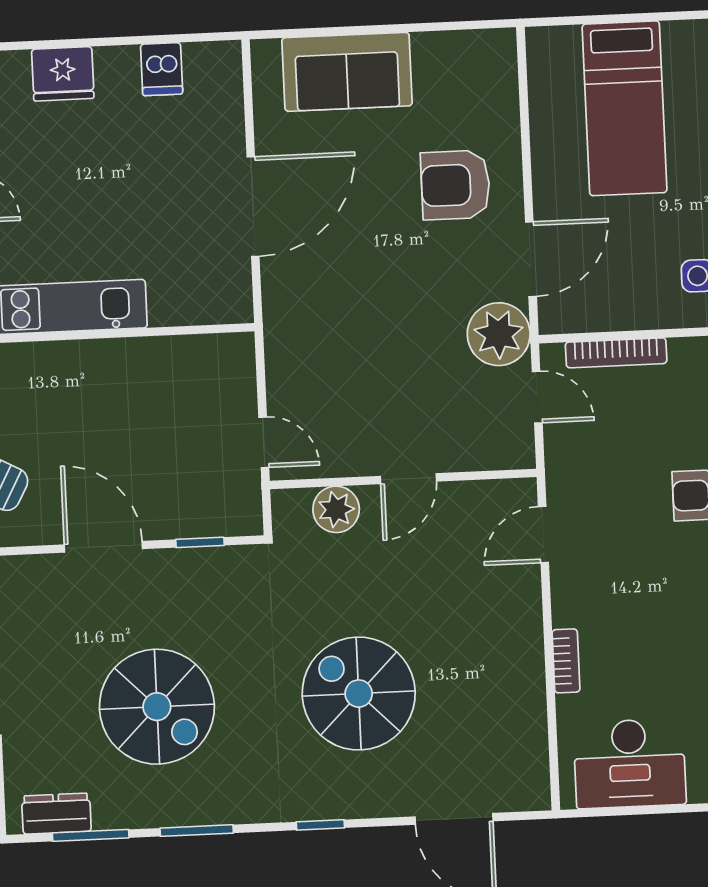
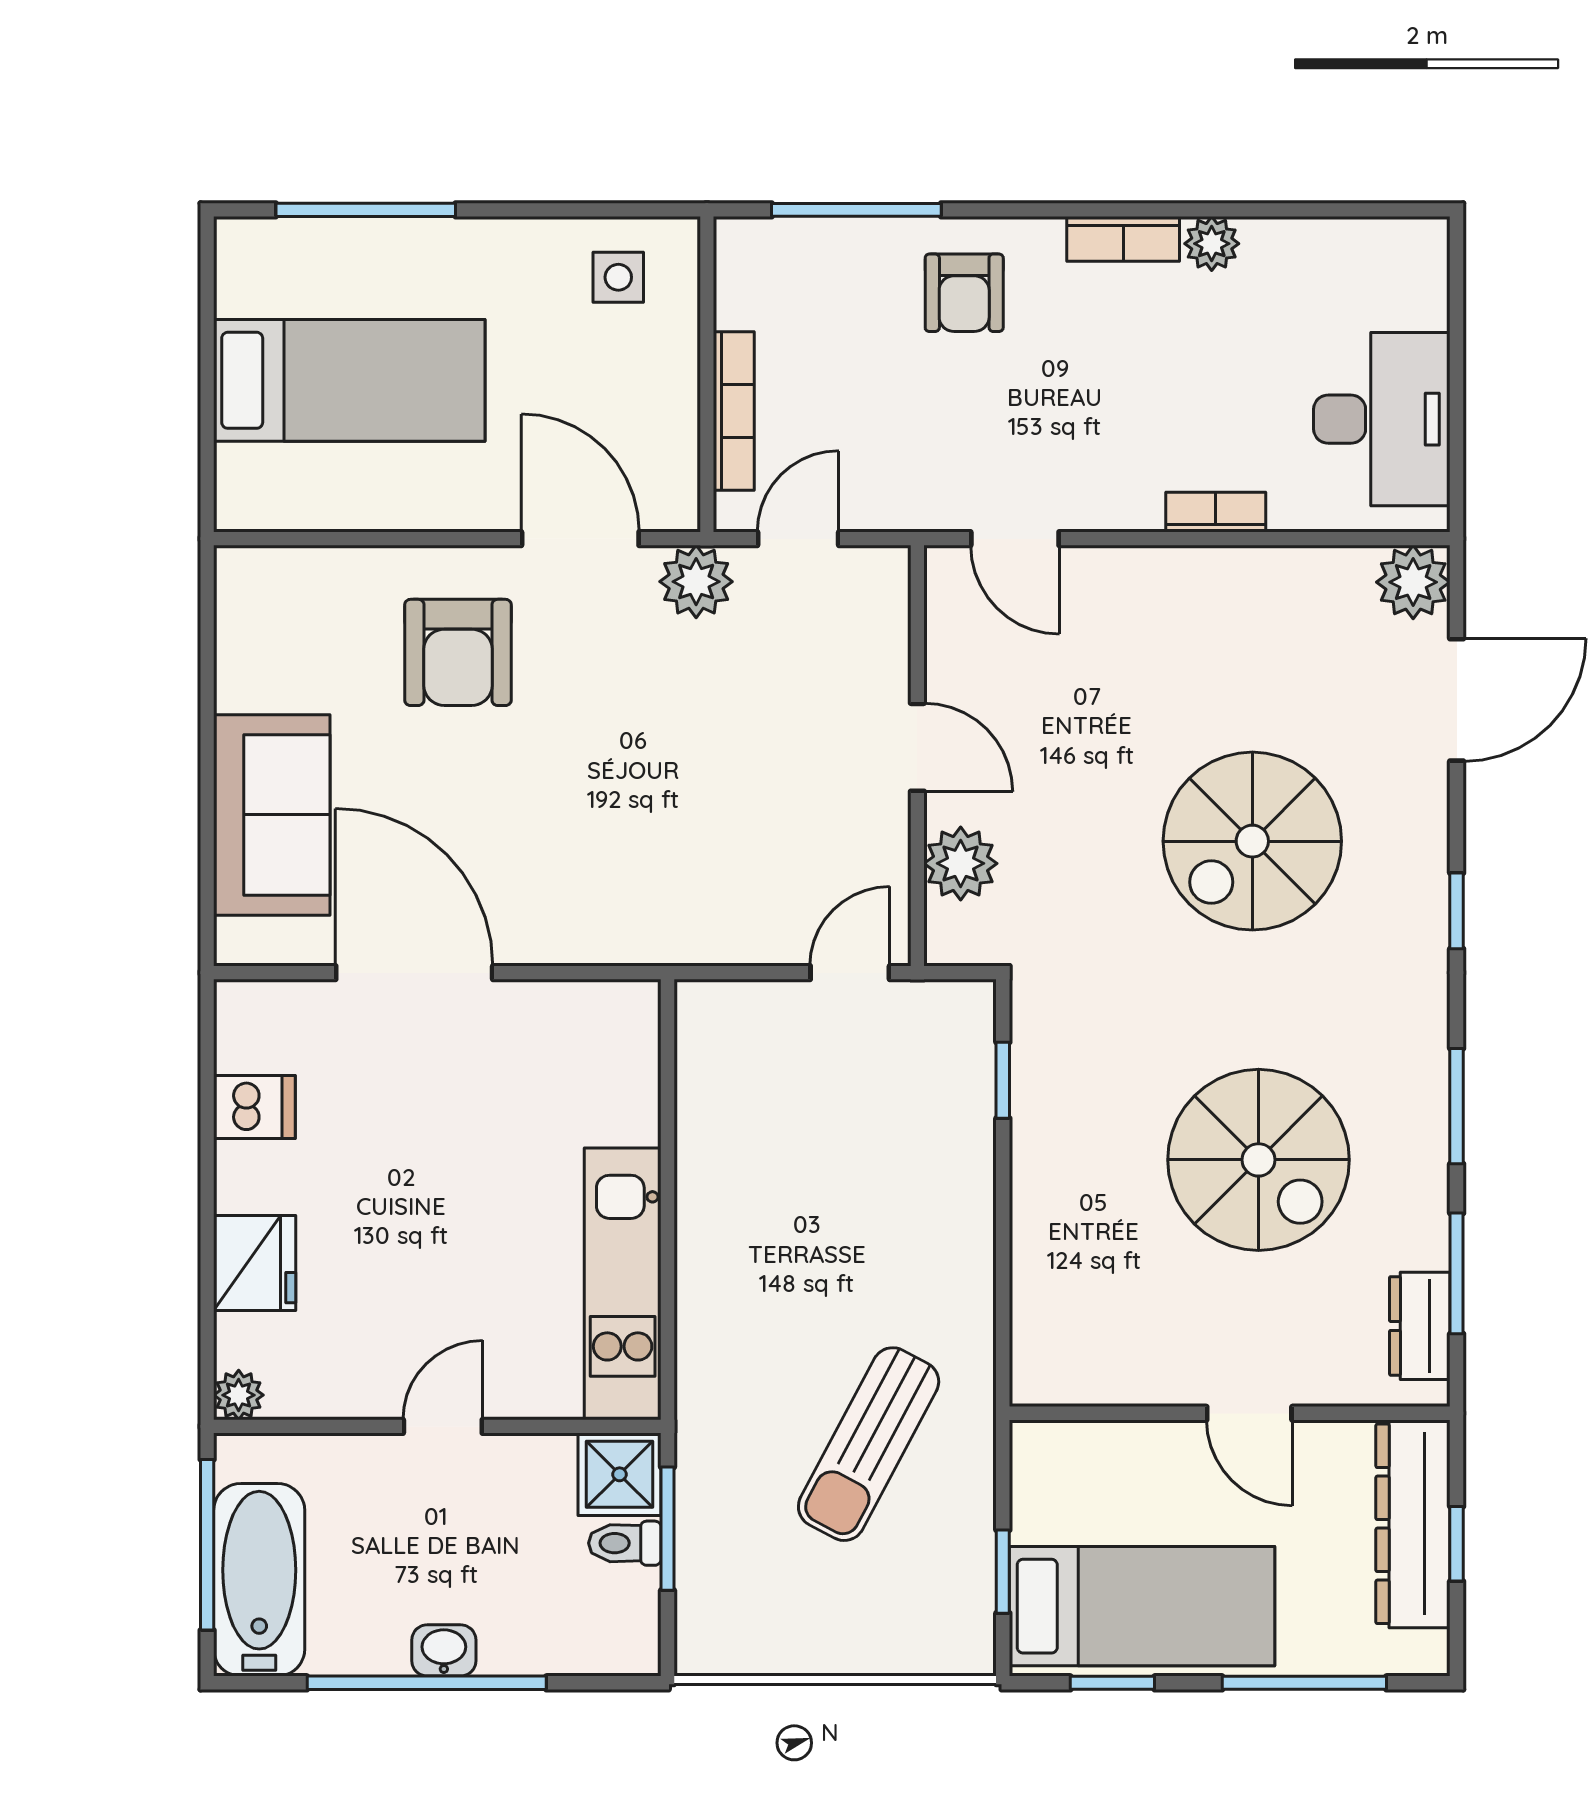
door: (253, 207) -> (414, 973), moved
plant: (499, 334) -> (696, 582), width x0.73, depth x0.73
door: (103, 547) -> (1003, 1233), removed
spiral stairs: (157, 707) -> (1259, 1160), turned 90
plant: (527, 788) -> (1413, 582), added

